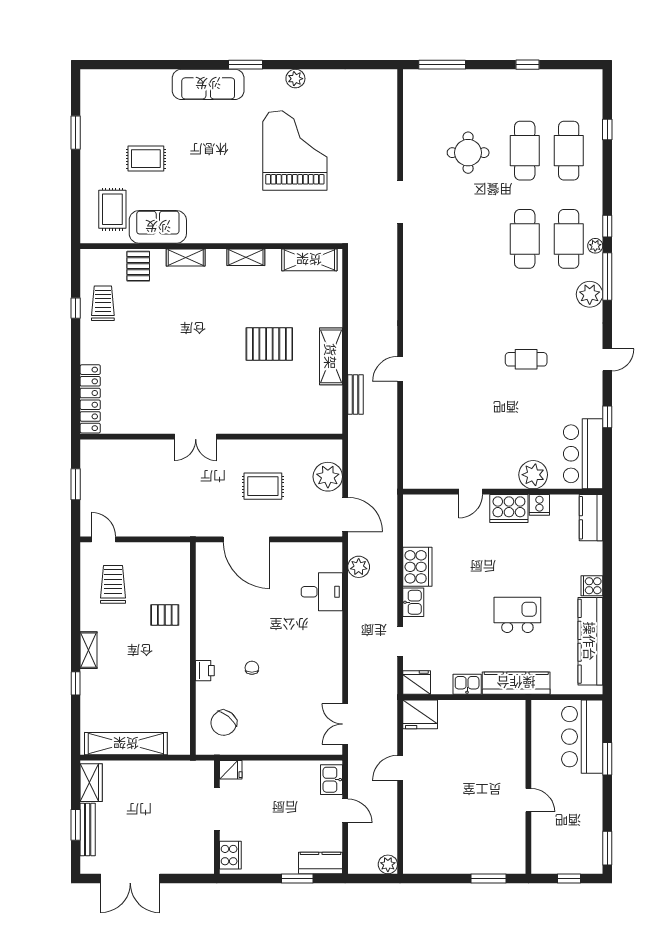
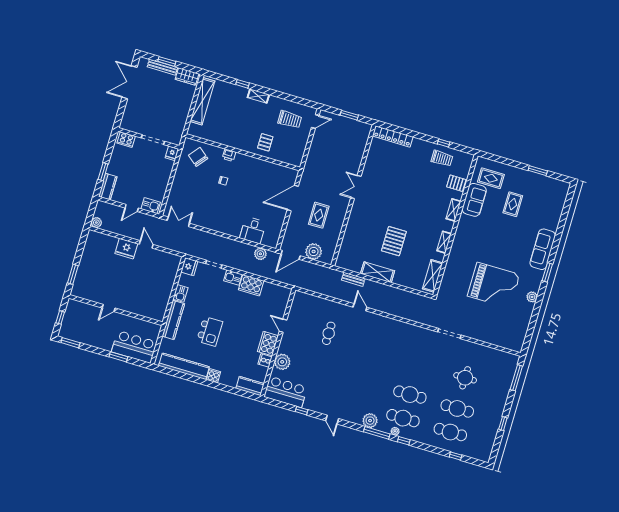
cafe table: (526, 359) -> (329, 333), moved
fridge: (420, 714) -> (126, 249), moved, turned -90

